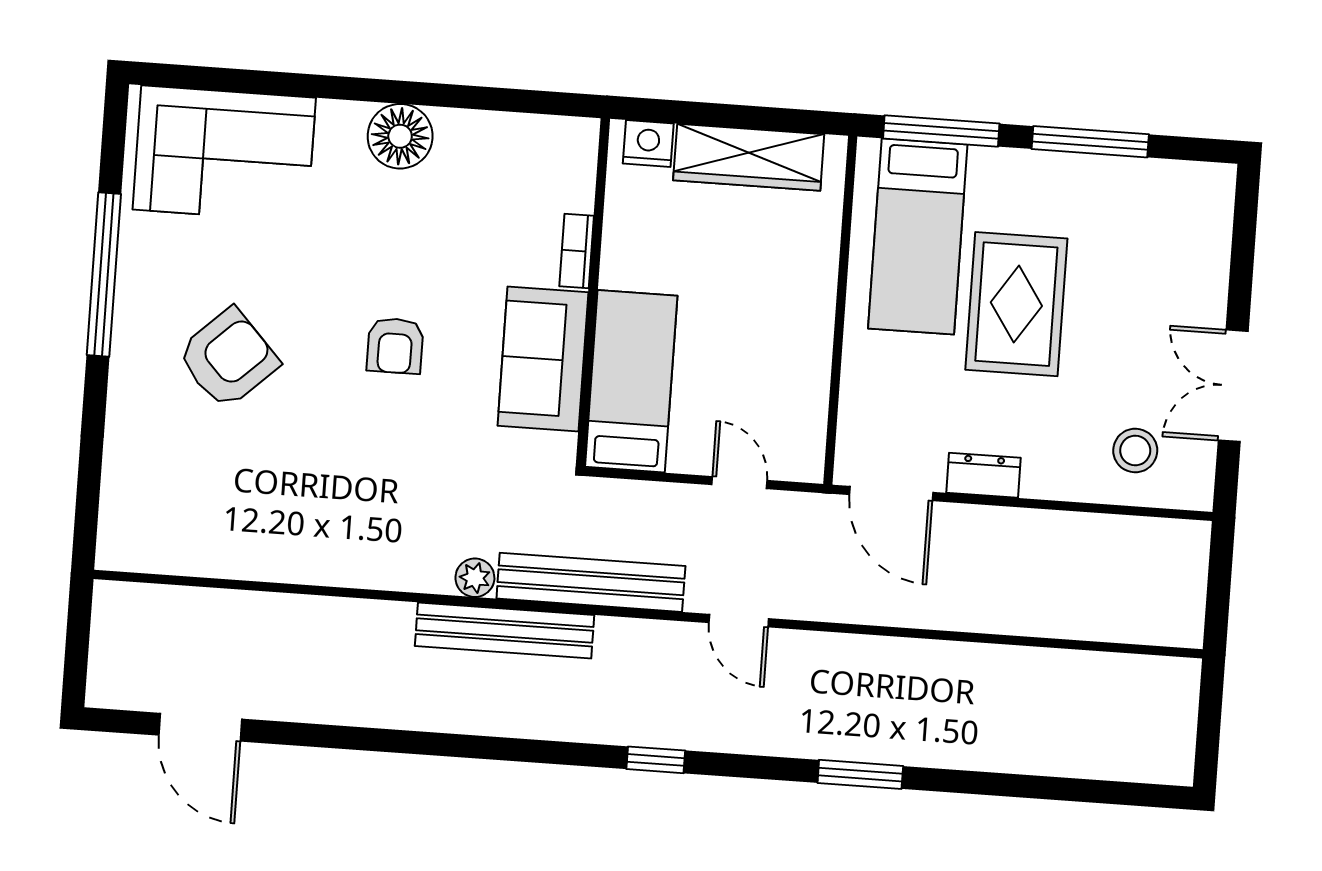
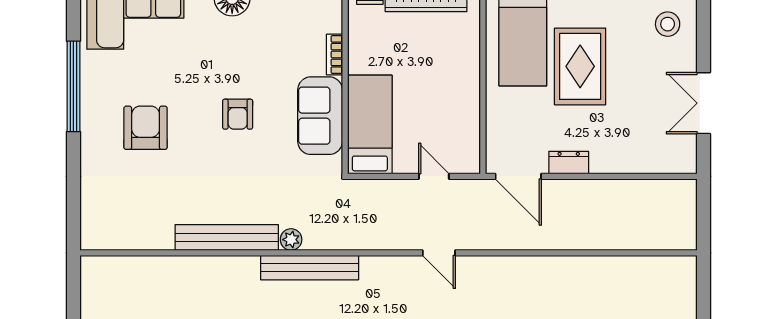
armchair: (228, 358) -> (146, 128), turned -47
stool: (1135, 451) -> (668, 24), moved
bench: (591, 582) -> (227, 237), moved

